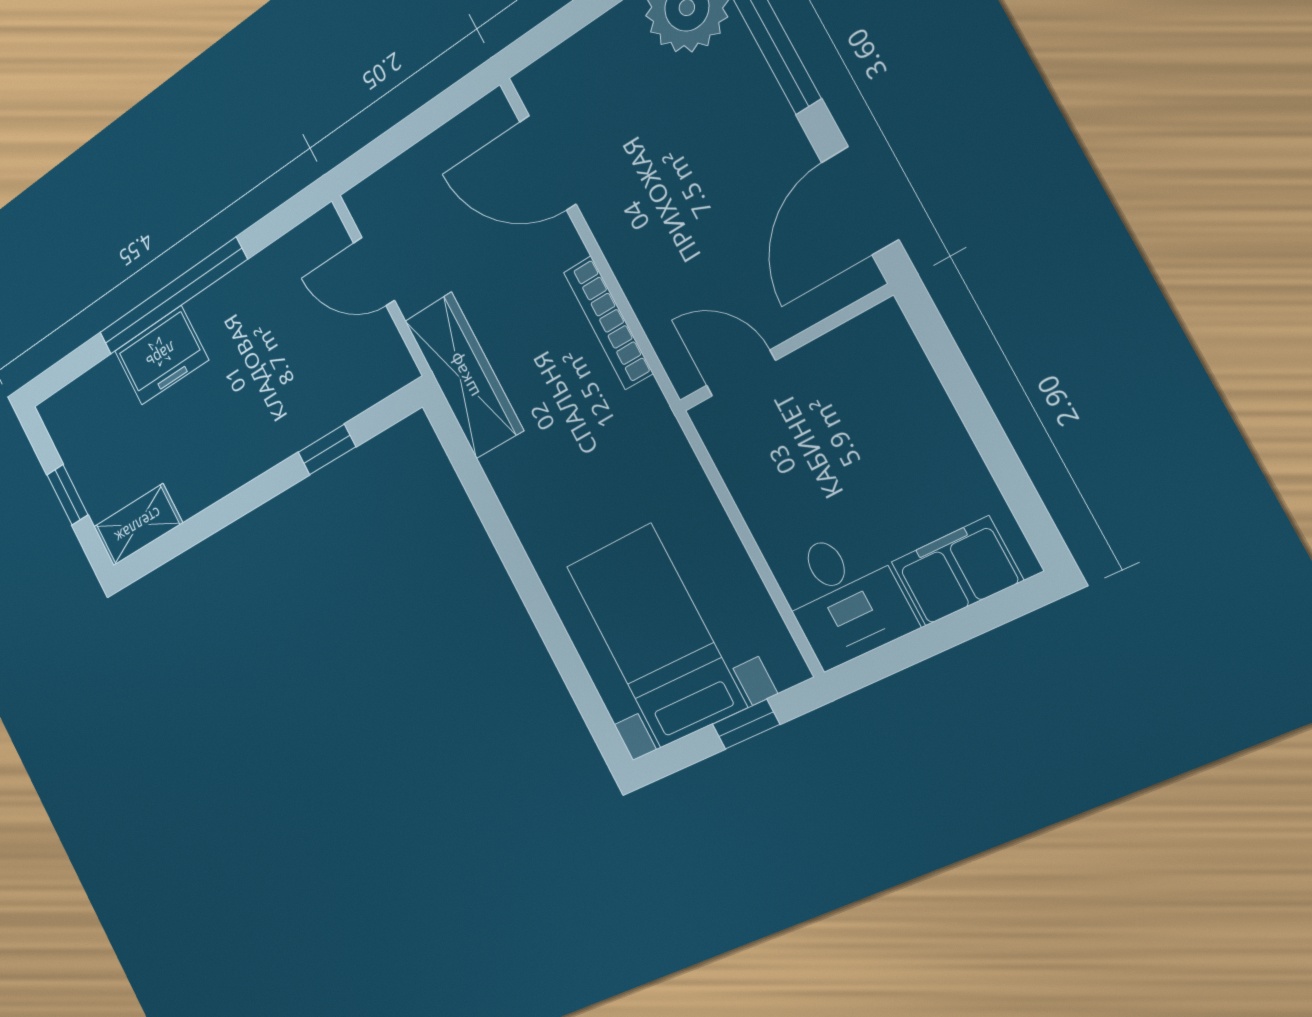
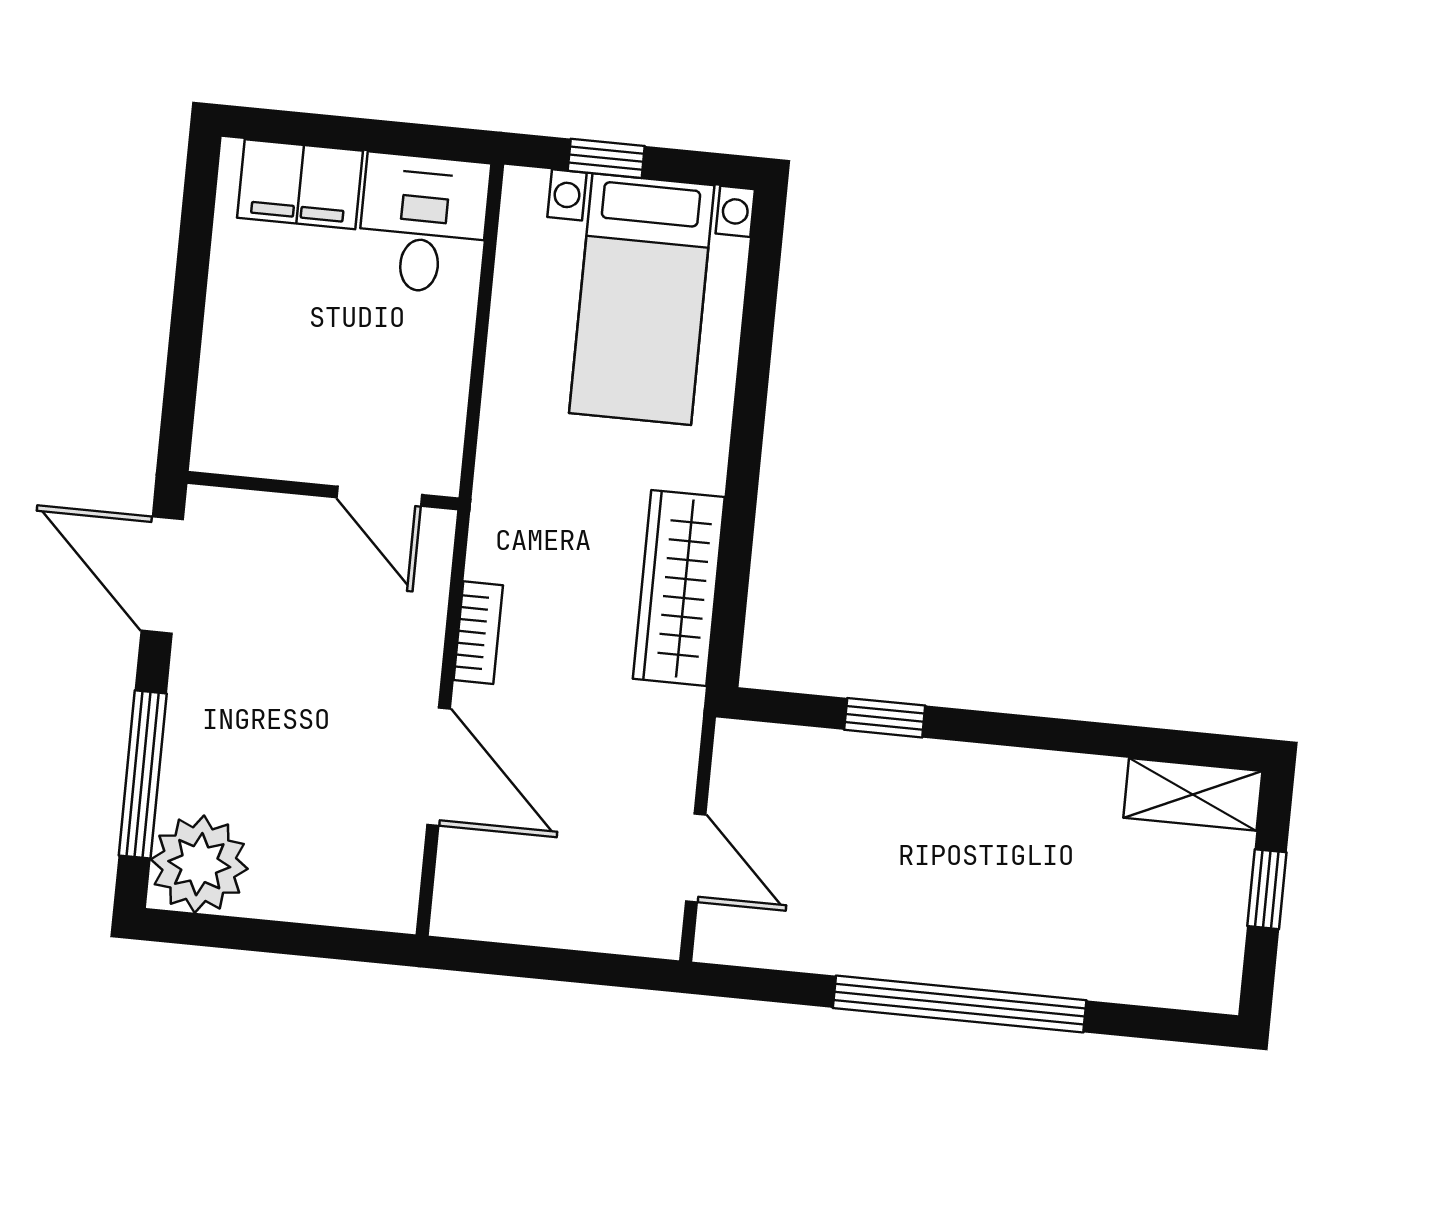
door: (548, 163) -> (439, 767), moved
door: (860, 201) -> (162, 575), swing flipped
bookcase: (608, 323) -> (478, 633), width x0.64
freezer: (161, 355) -> (1021, 953), removed
wardrobe: (464, 375) -> (679, 588), moved

